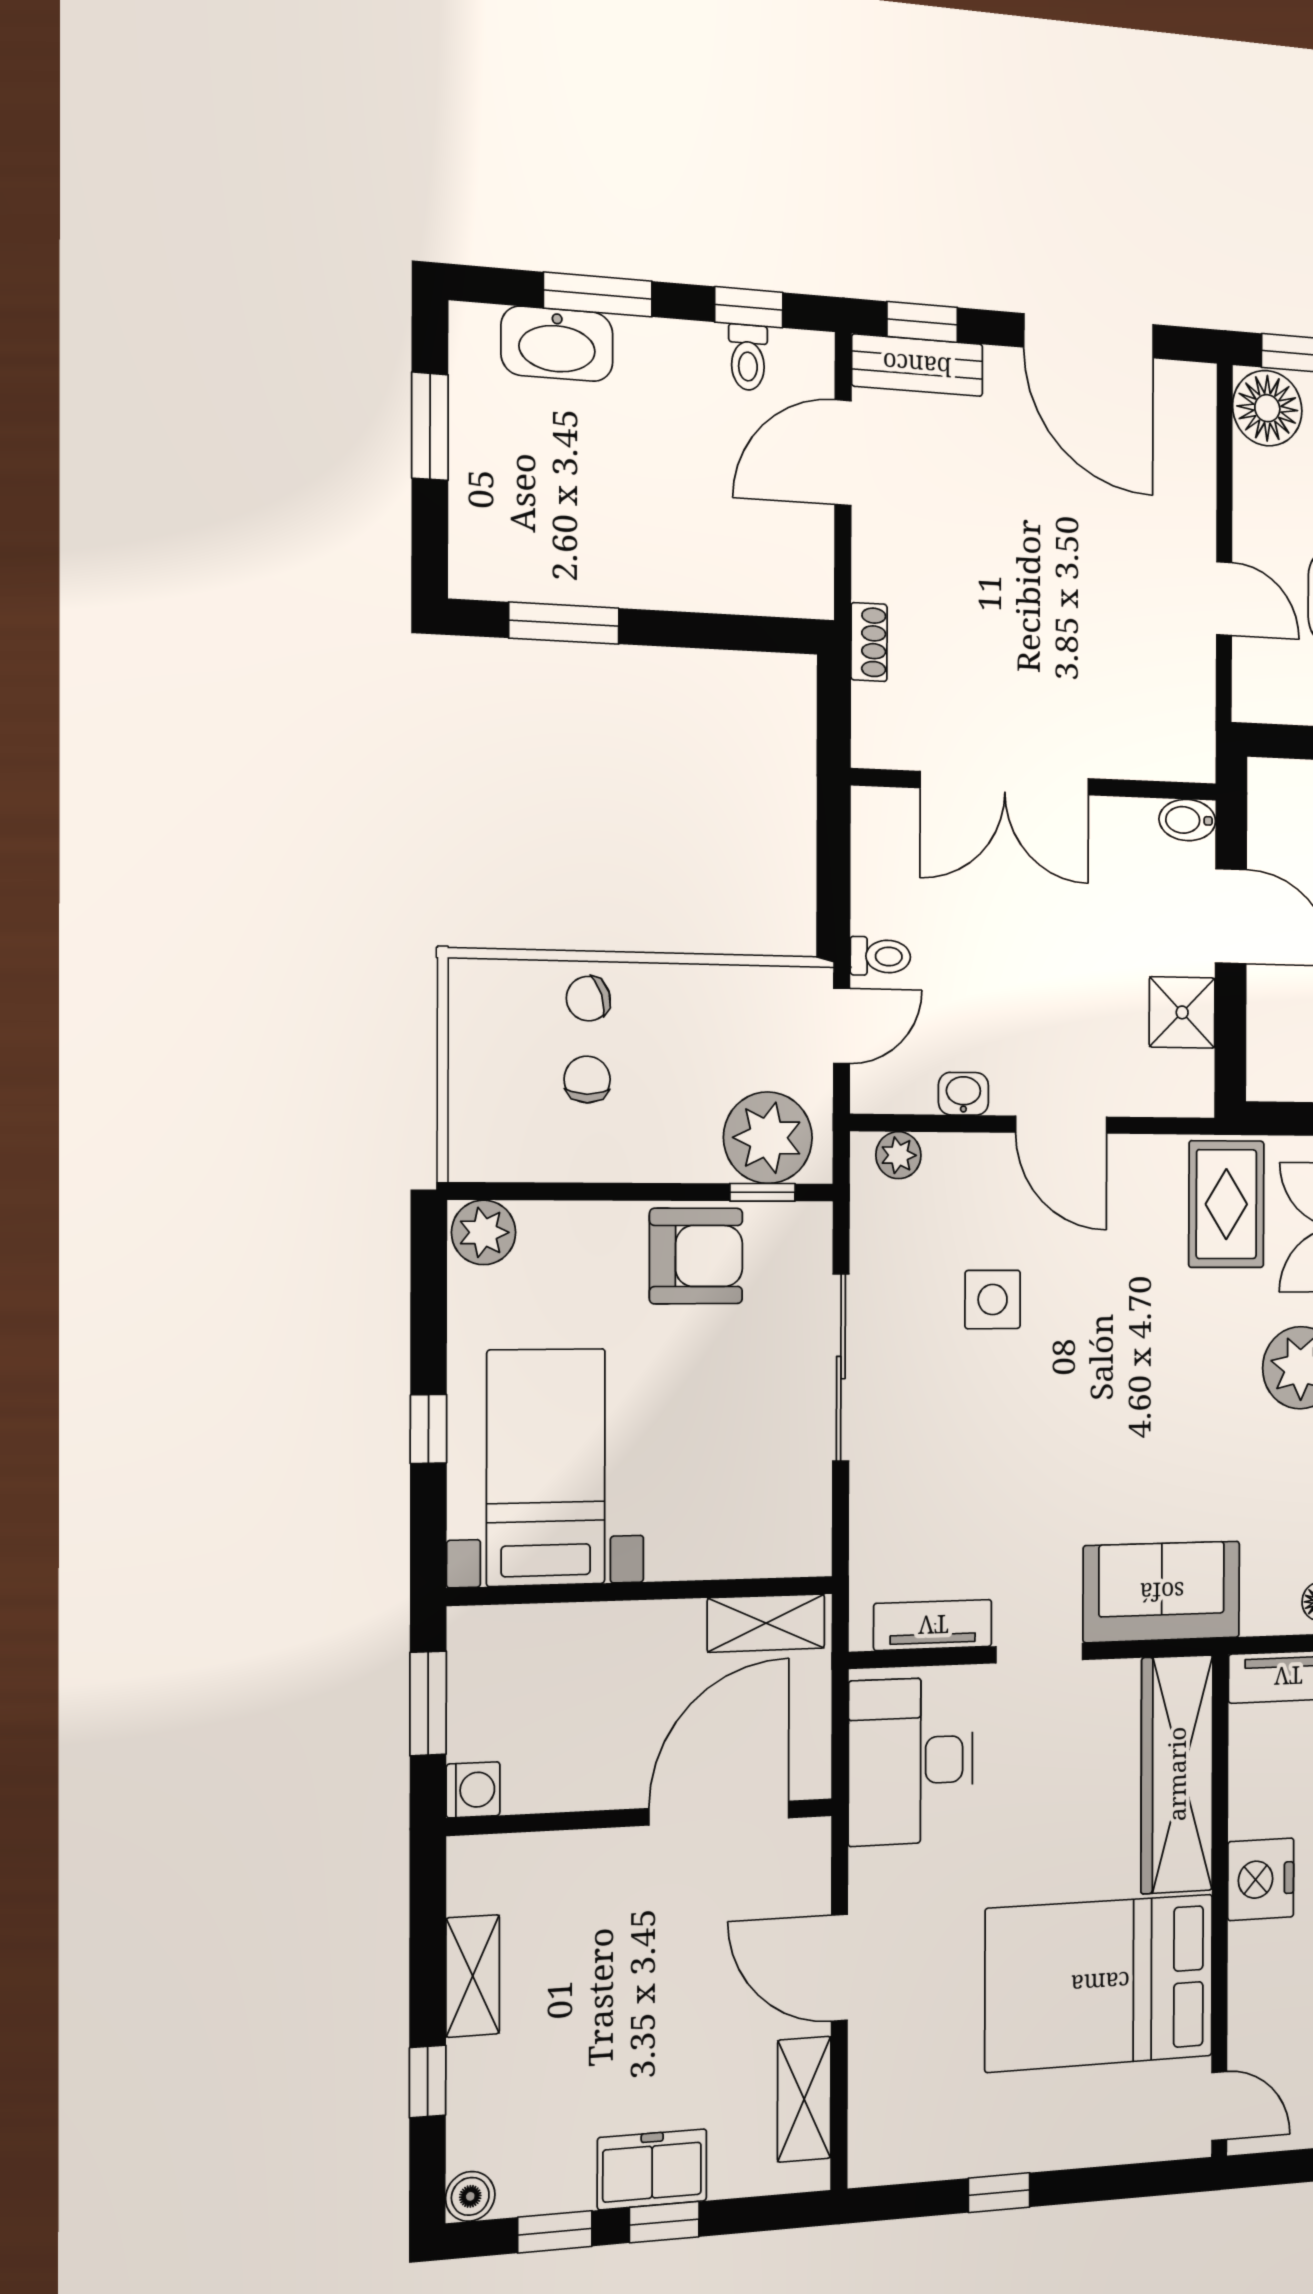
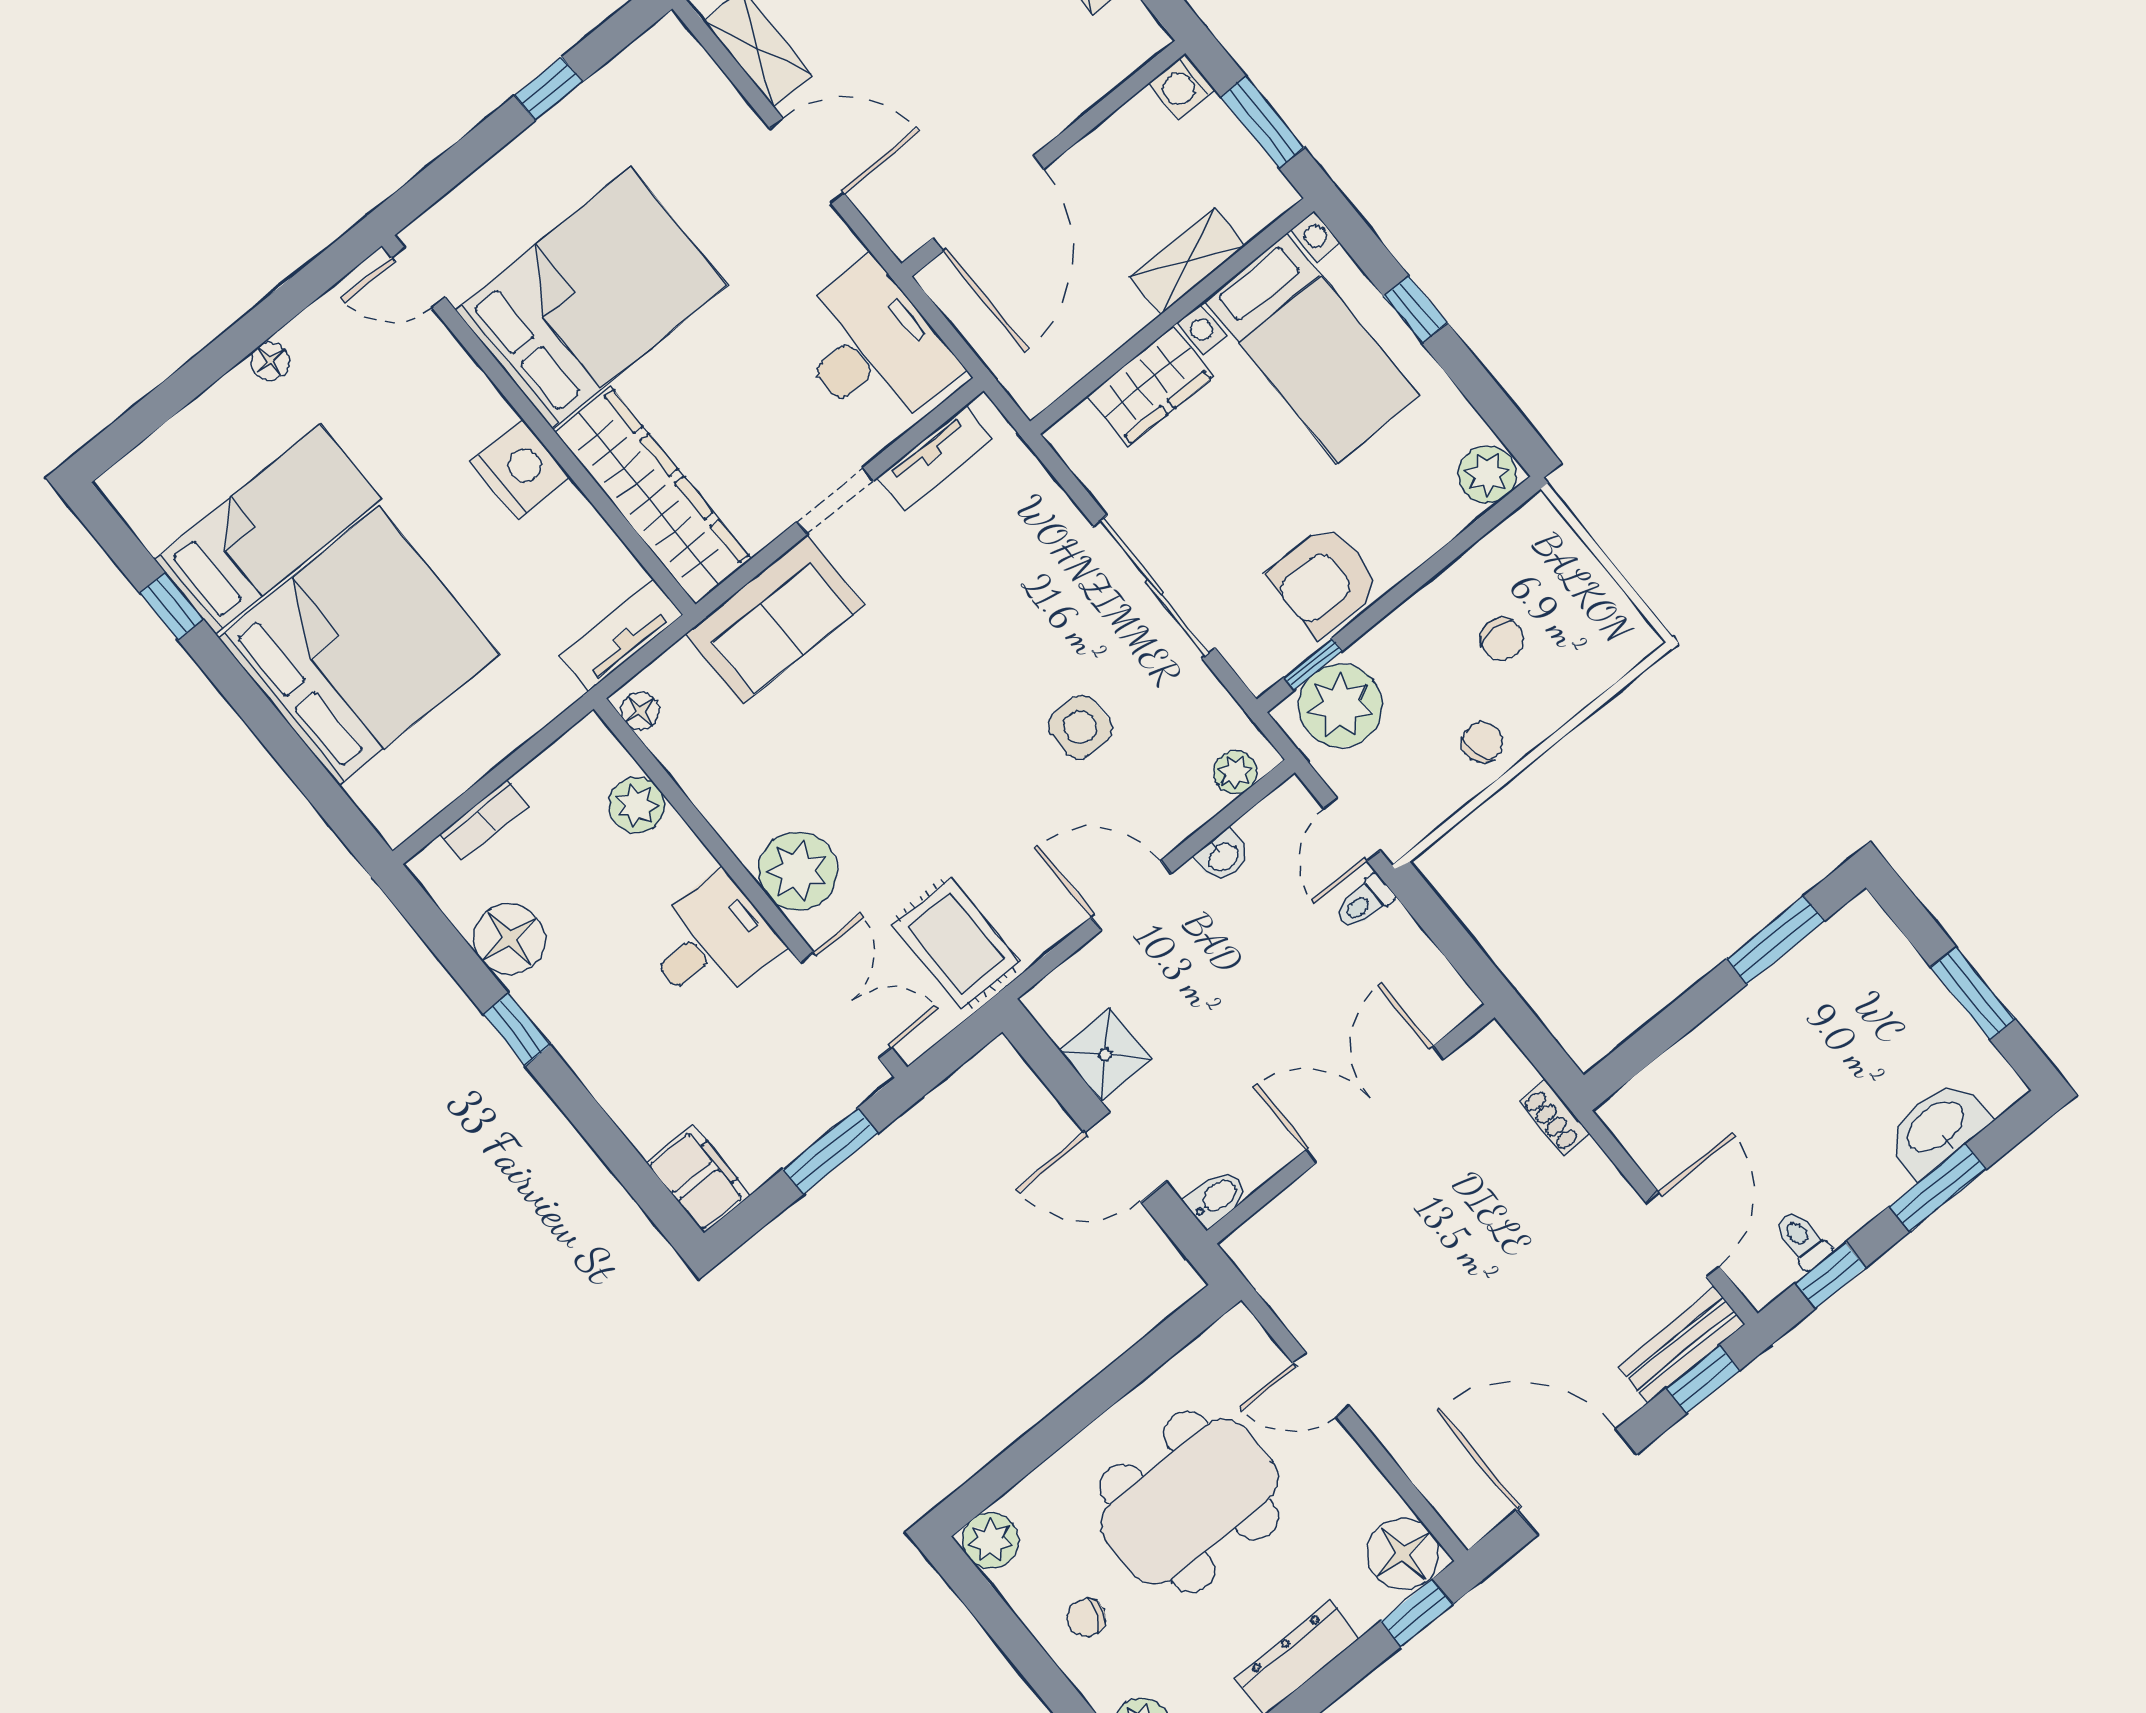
chair: (588, 999) -> (1482, 742), moved
wardrobe: (709, 1544) -> (1150, 386), added
shelving: (766, 1623) -> (1188, 261), moved

